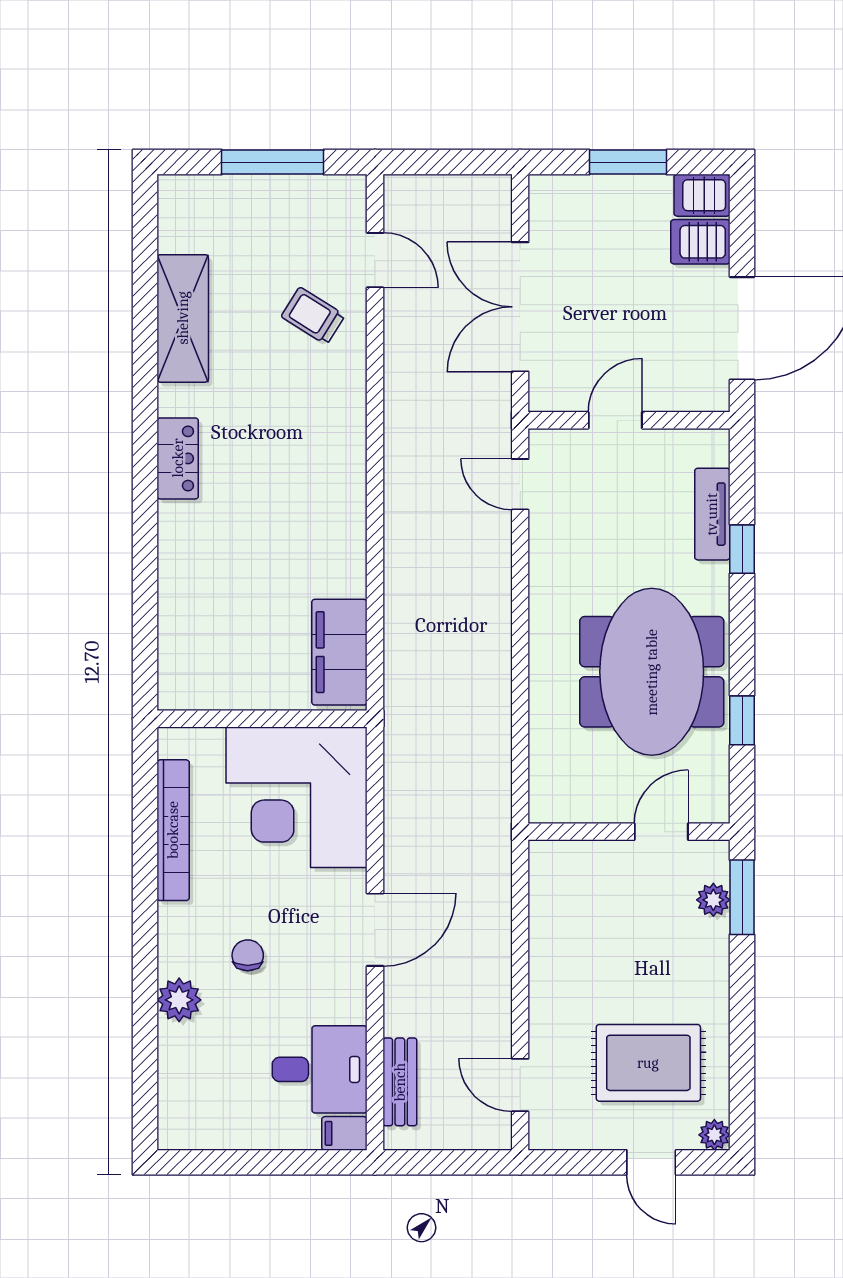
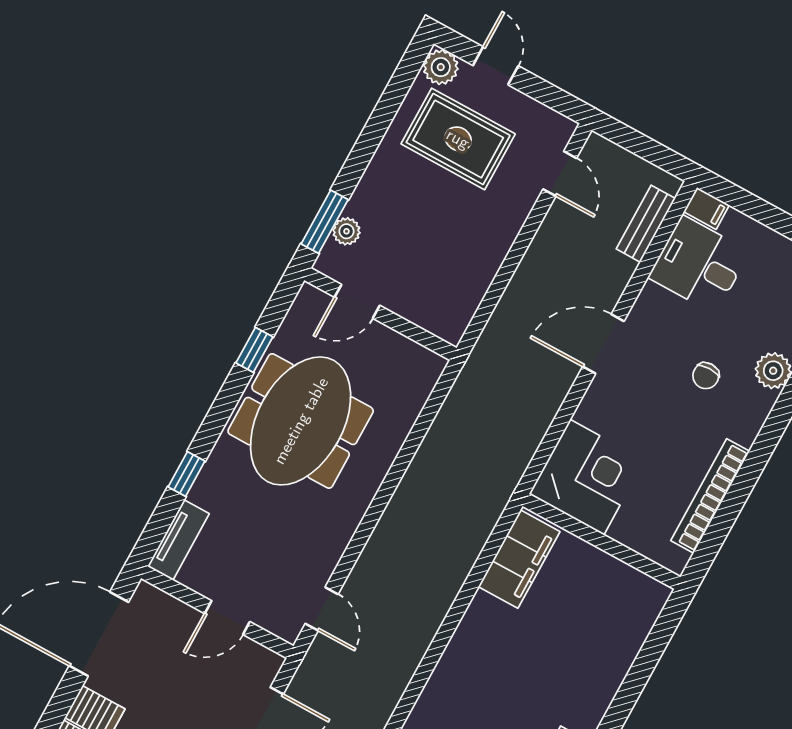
tv unit: (712, 514) -> (178, 540), moved
corner desk: (296, 797) -> (587, 477), width x0.74, depth x0.74
plant: (714, 1135) -> (441, 67), width x1.38, depth x1.38

